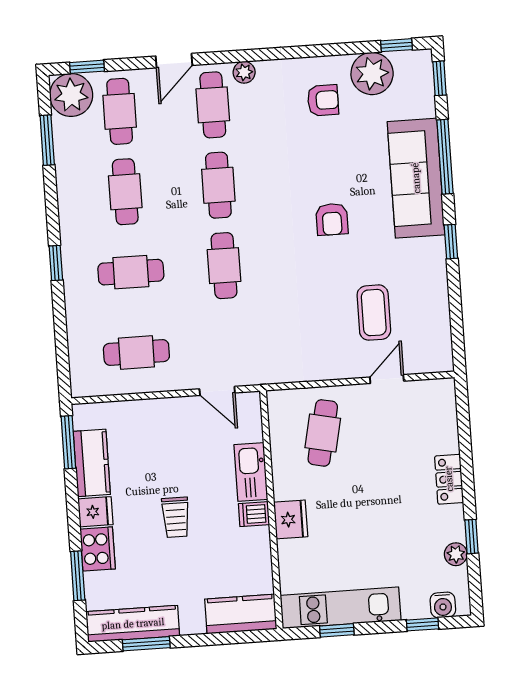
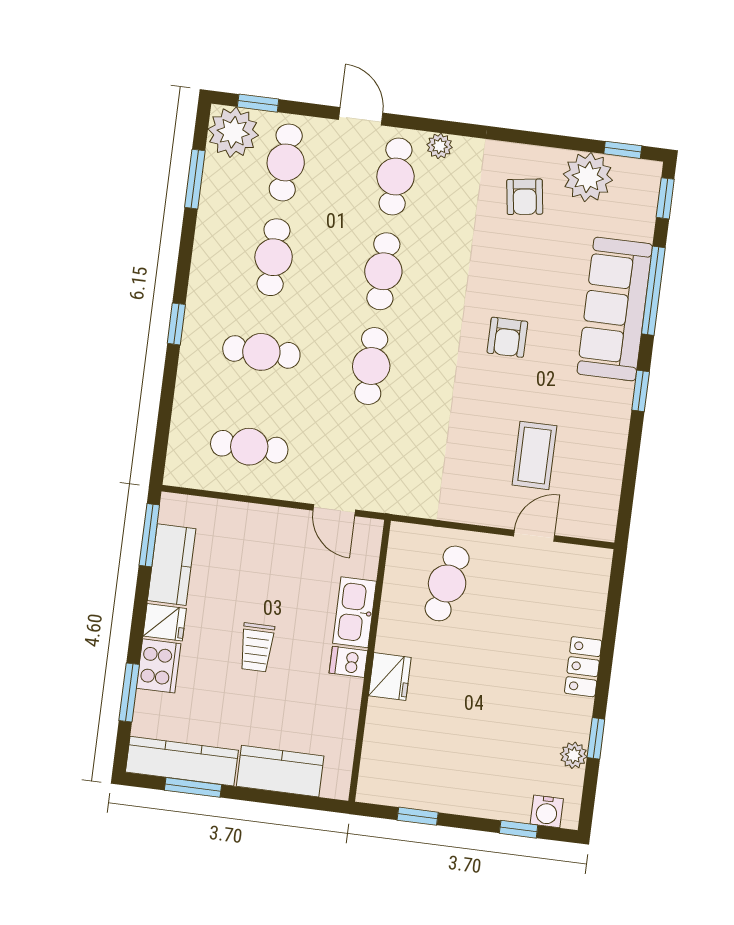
door: (174, 61) -> (361, 116), swing flipped
armchair: (323, 100) -> (525, 197), turned 82
kitchen unit: (341, 608) -> (427, 791), removed
kitchen counter: (241, 614) -> (280, 771), moved

